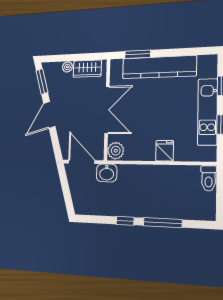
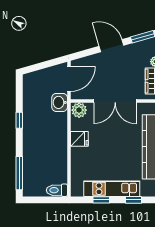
fridge: (165, 151) -> (79, 139), moved
window: (163, 223) -> (19, 173), moved

